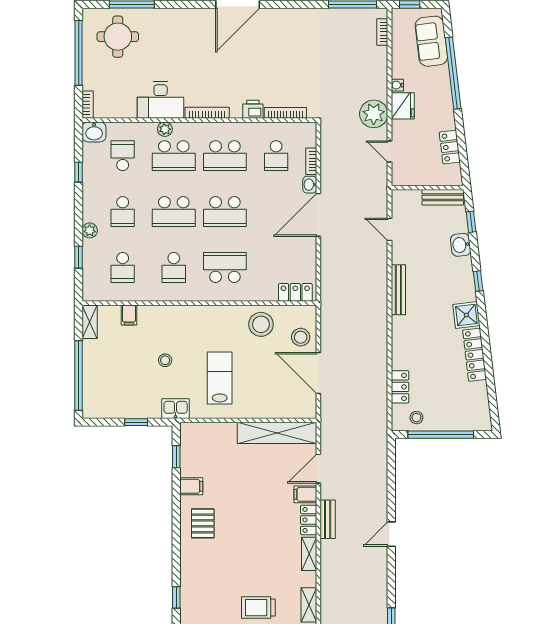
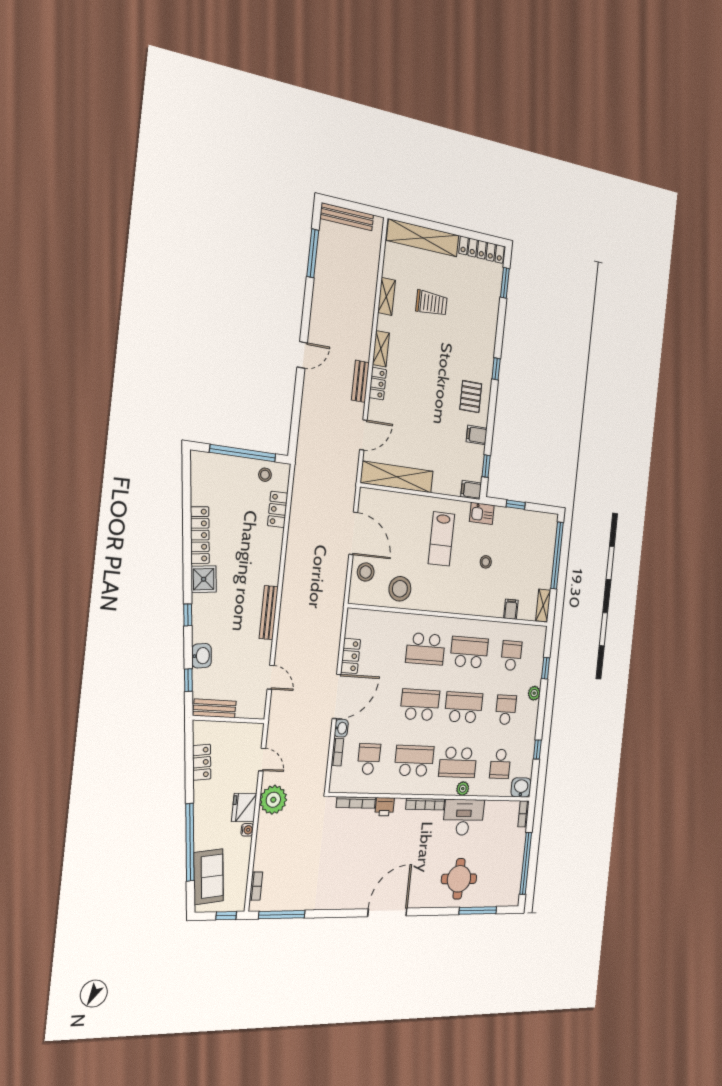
round table: (118, 37) -> (459, 879), moved
school desk: (174, 156) -> (458, 762), turned 180
school desk: (174, 267) -> (469, 652), width x1.85
locker: (295, 292) -> (351, 656), moved, turned -90
filing cabinet: (305, 494) -> (471, 490), moved, turned 180
window: (176, 597) -> (496, 369), moved

